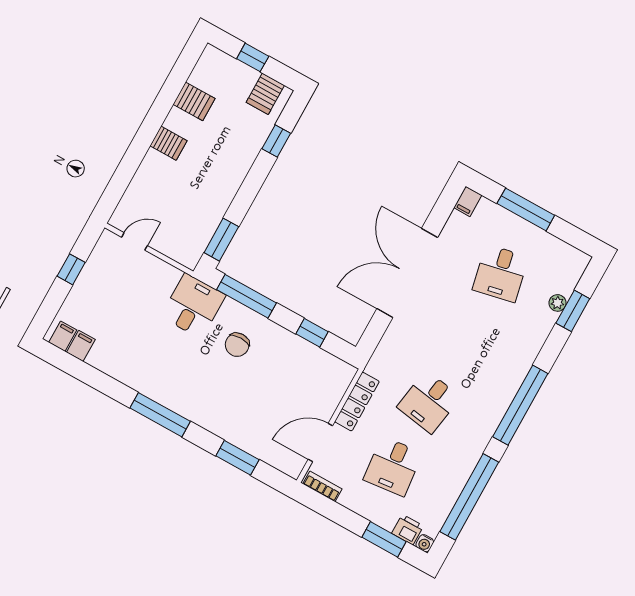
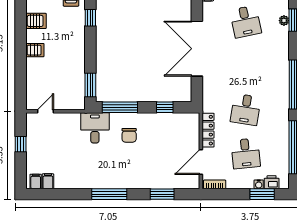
water cooler: (425, 543) -> (259, 184), moved

